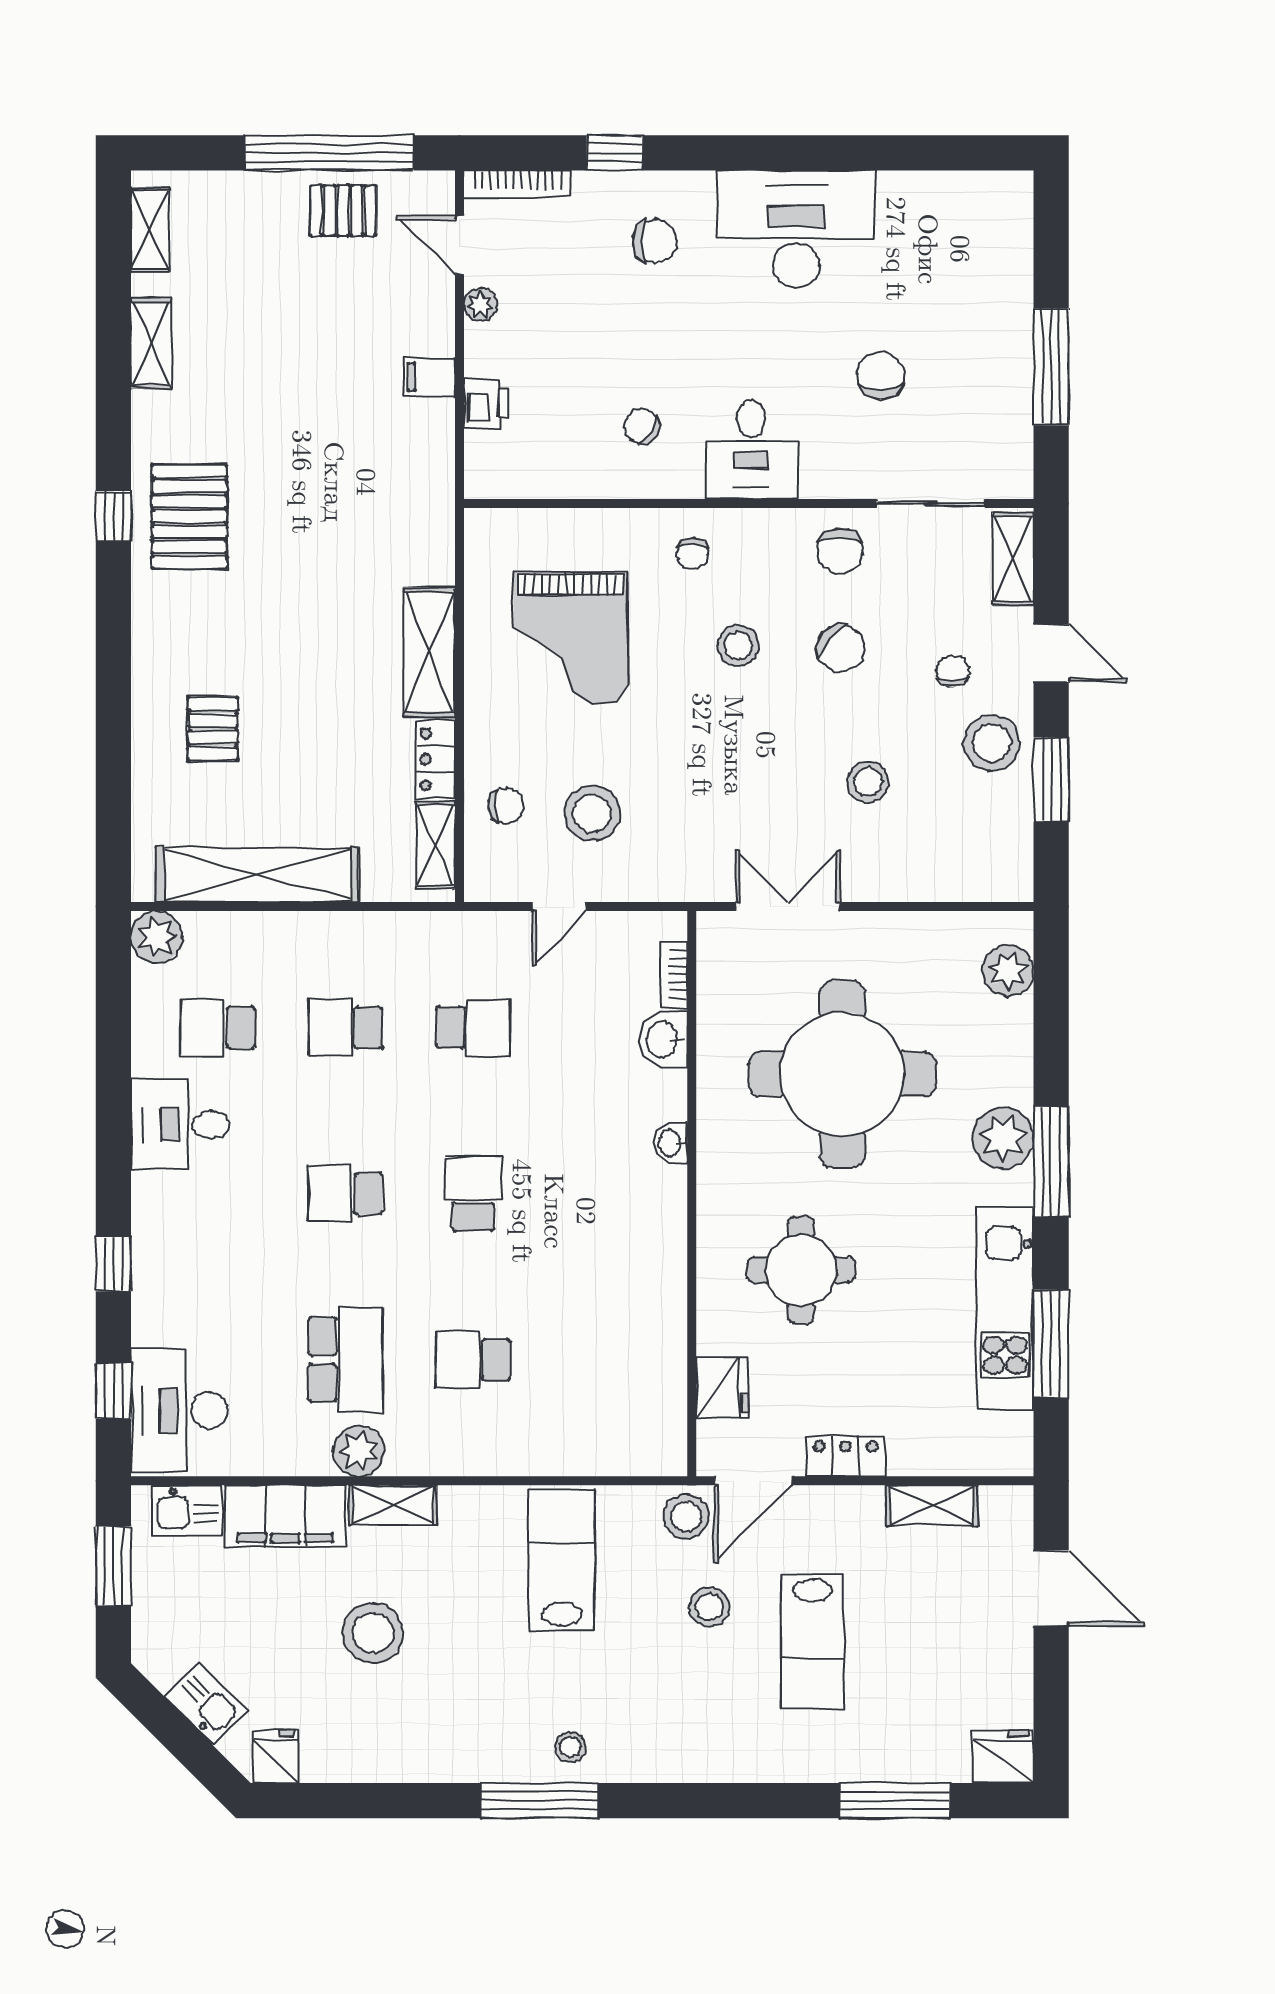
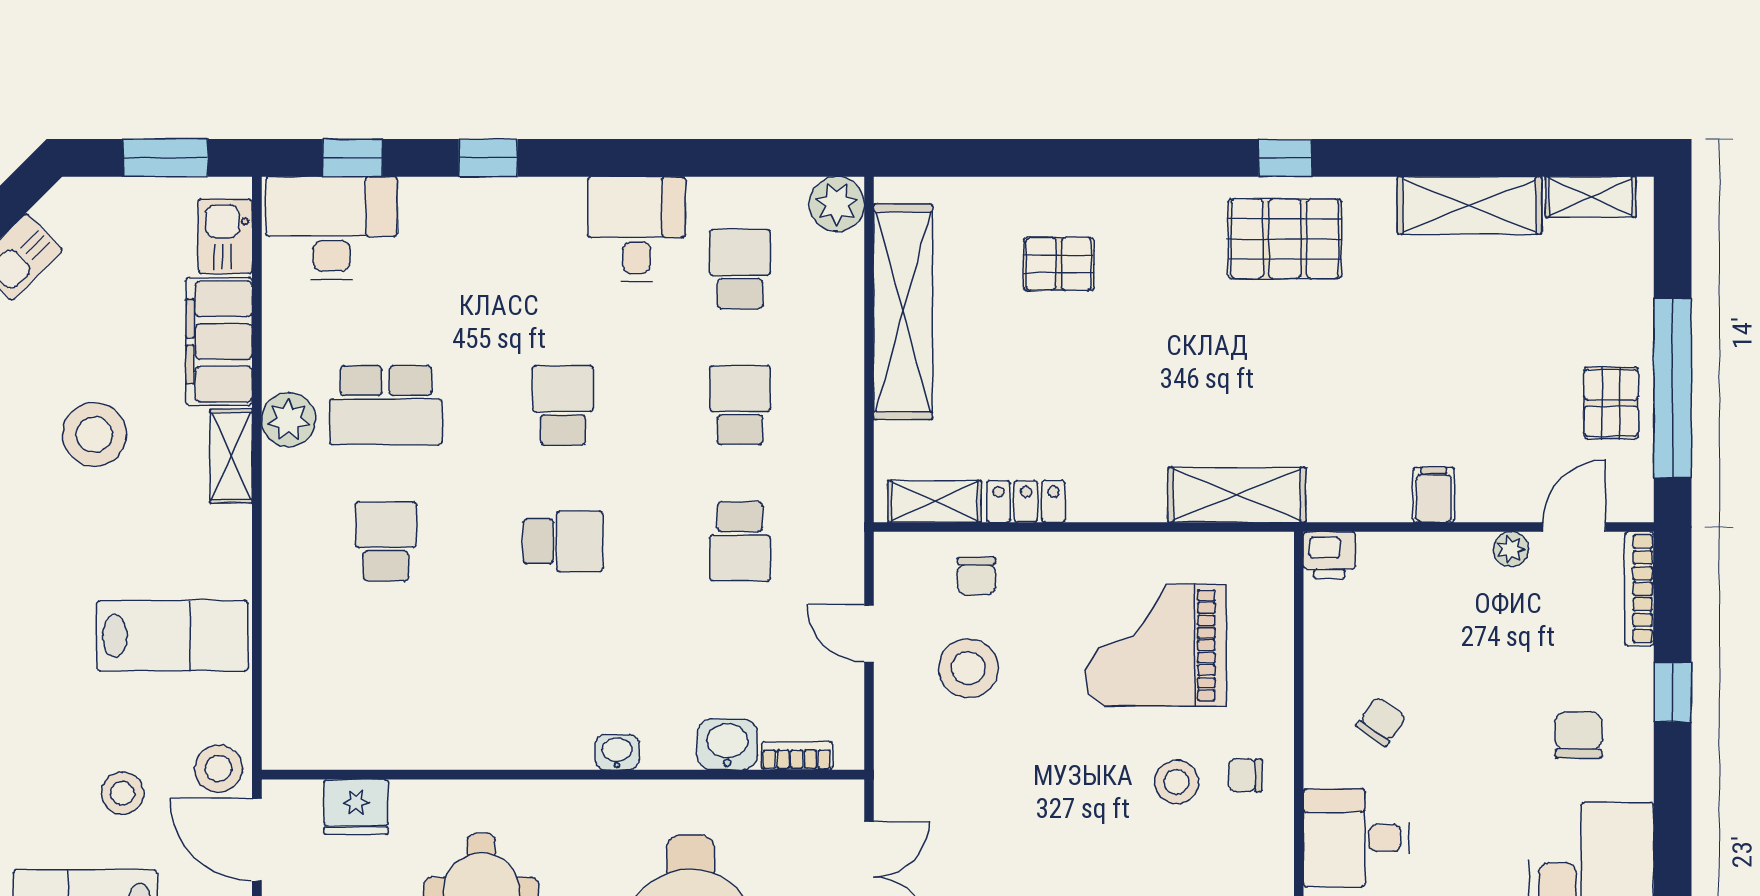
chair: (655, 241) -> (1578, 735), turned 180
shelving: (151, 343) -> (1469, 205), width x1.50, depth x1.33
printer: (486, 403) -> (1329, 555), moved
stool: (738, 646) -> (1177, 782), moved
shelving: (429, 652) -> (1237, 495), moved

